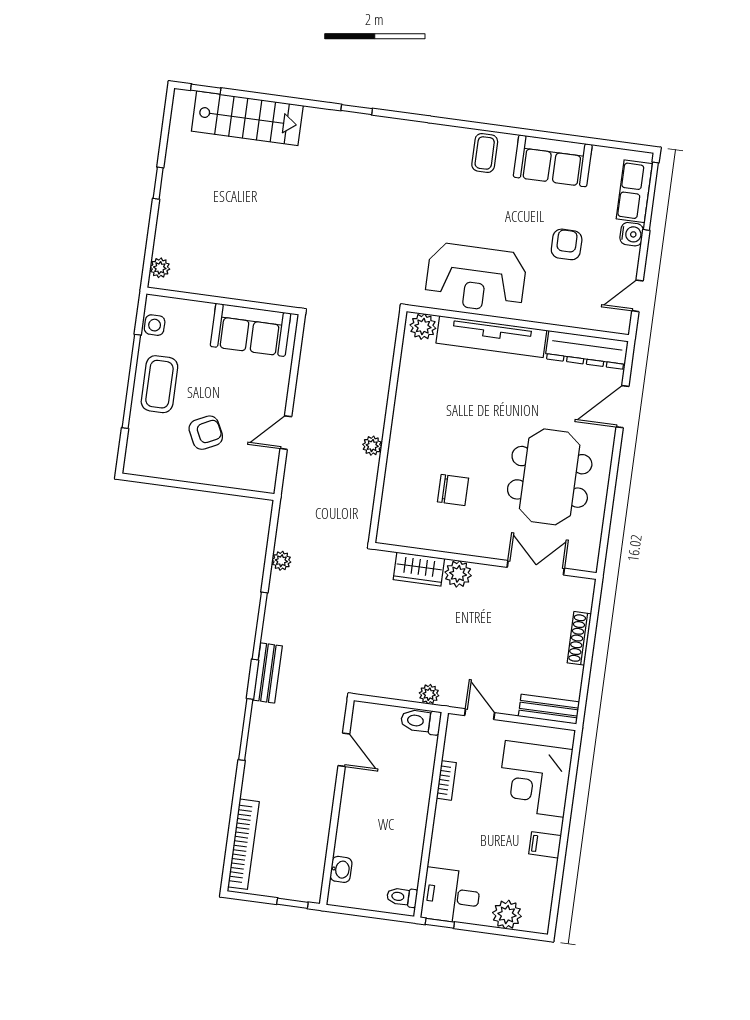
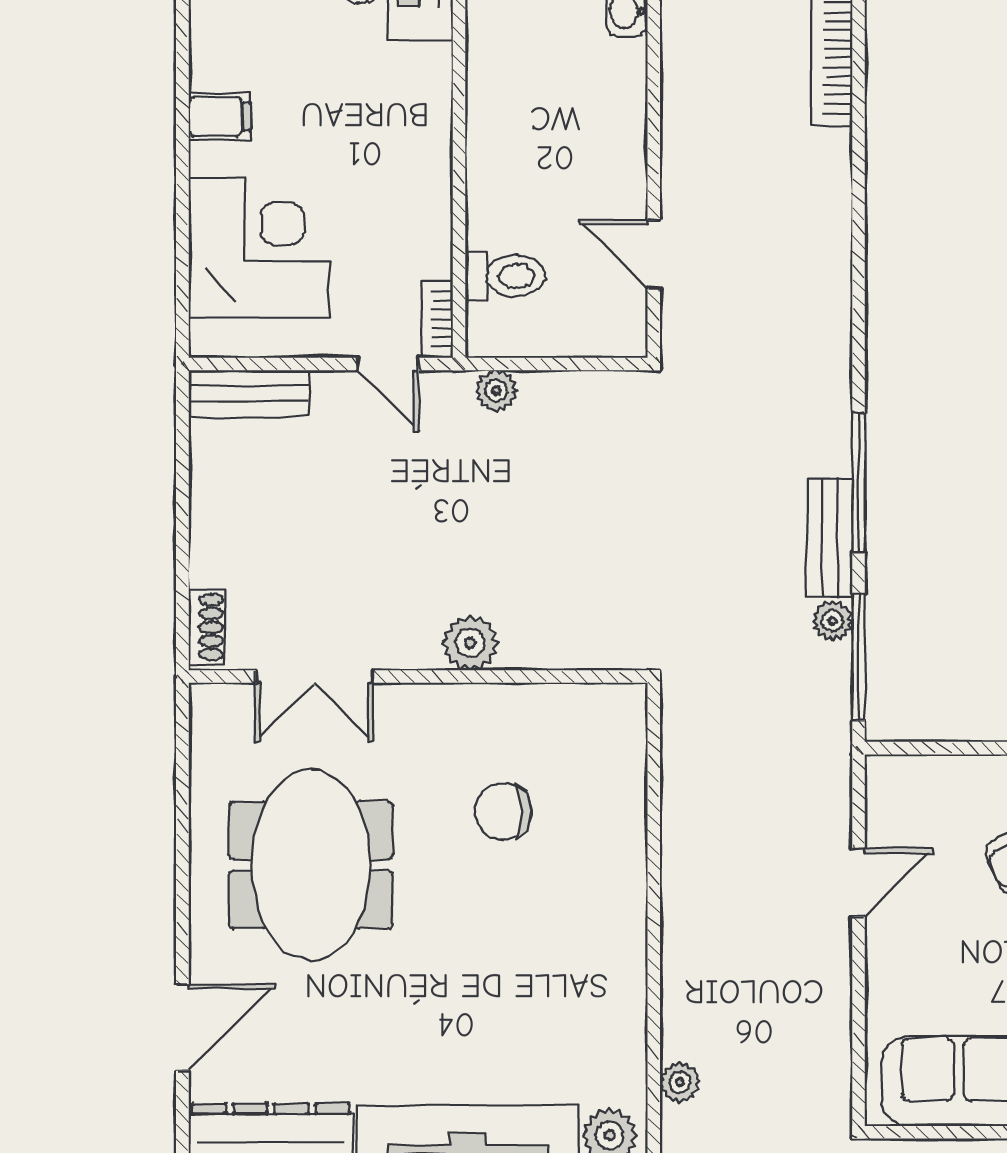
plant: (372, 446) -> (680, 1082), moved
wardrobe: (419, 569) -> (551, 642), removed
shoe rack: (579, 638) -> (207, 627), moved, width x0.70
bench: (268, 673) -> (830, 538), moved
toilet: (421, 721) -> (505, 276), moved
window: (246, 729) -> (859, 657), moved
bookcase: (446, 780) -> (437, 319), moved

